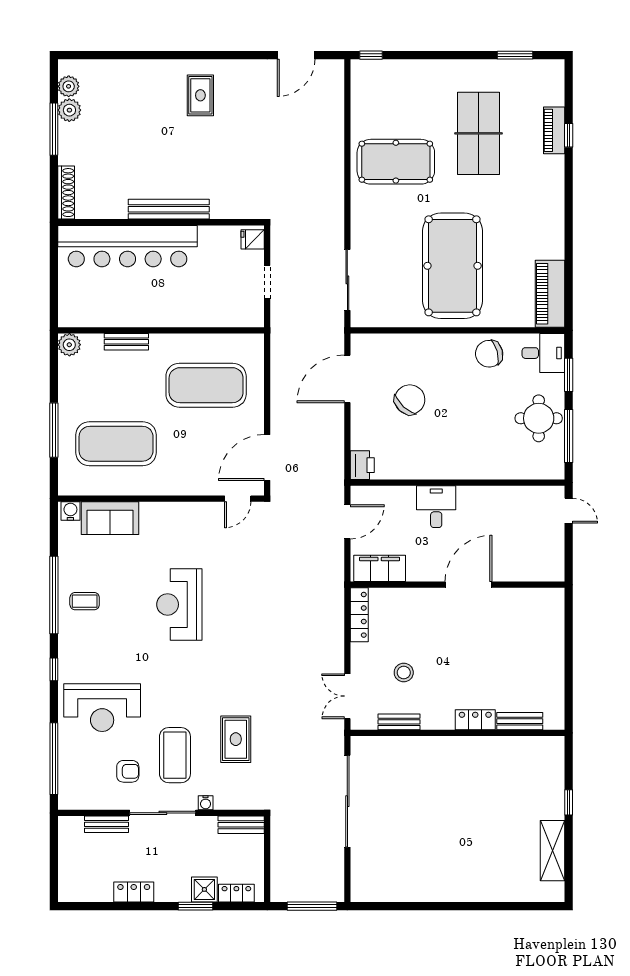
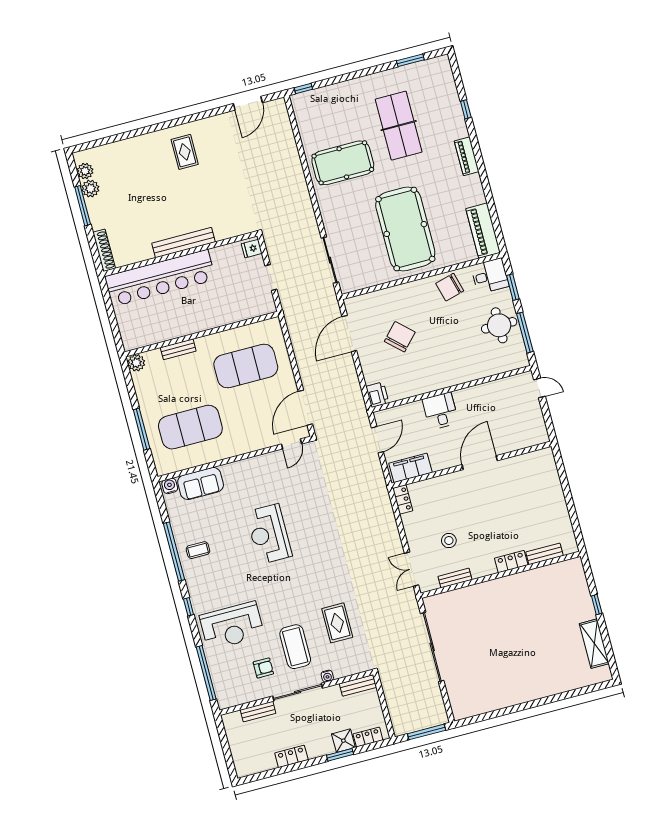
piano: (554, 130) -> (467, 156), moved
locker: (359, 615) -> (403, 499), width x0.66

